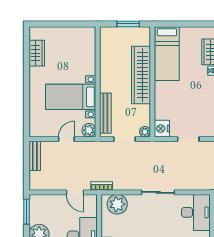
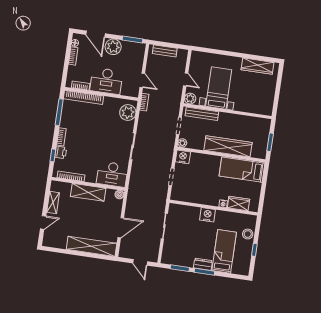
wardrobe: (37, 53) -> (258, 66), width x1.50
bench: (35, 156) -> (165, 51), moved
door: (75, 192) -> (142, 80), swing flipped

